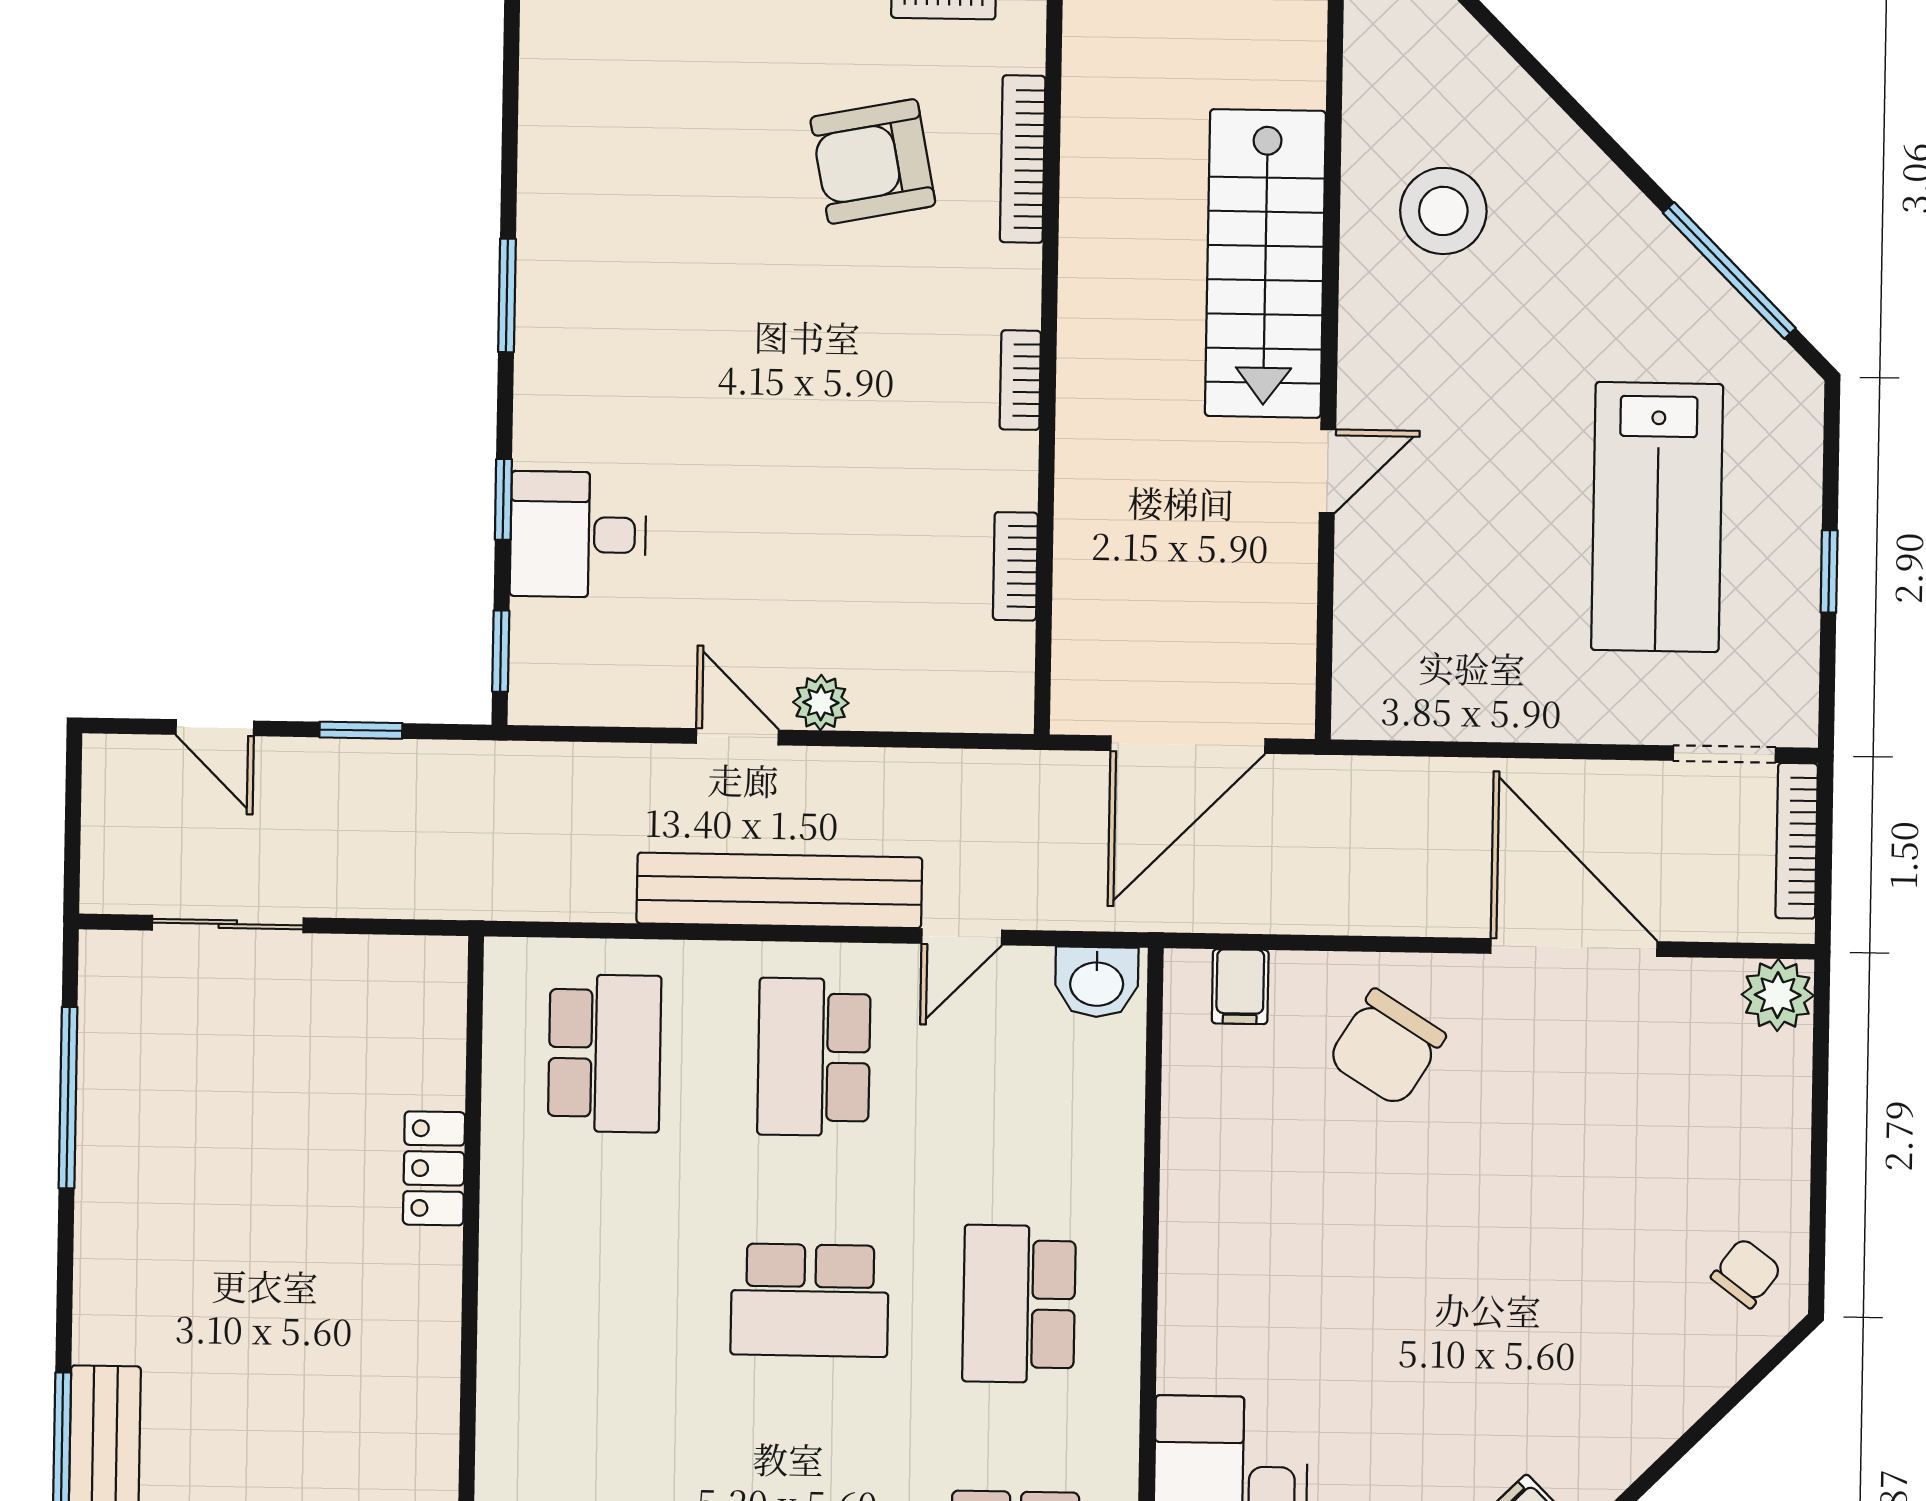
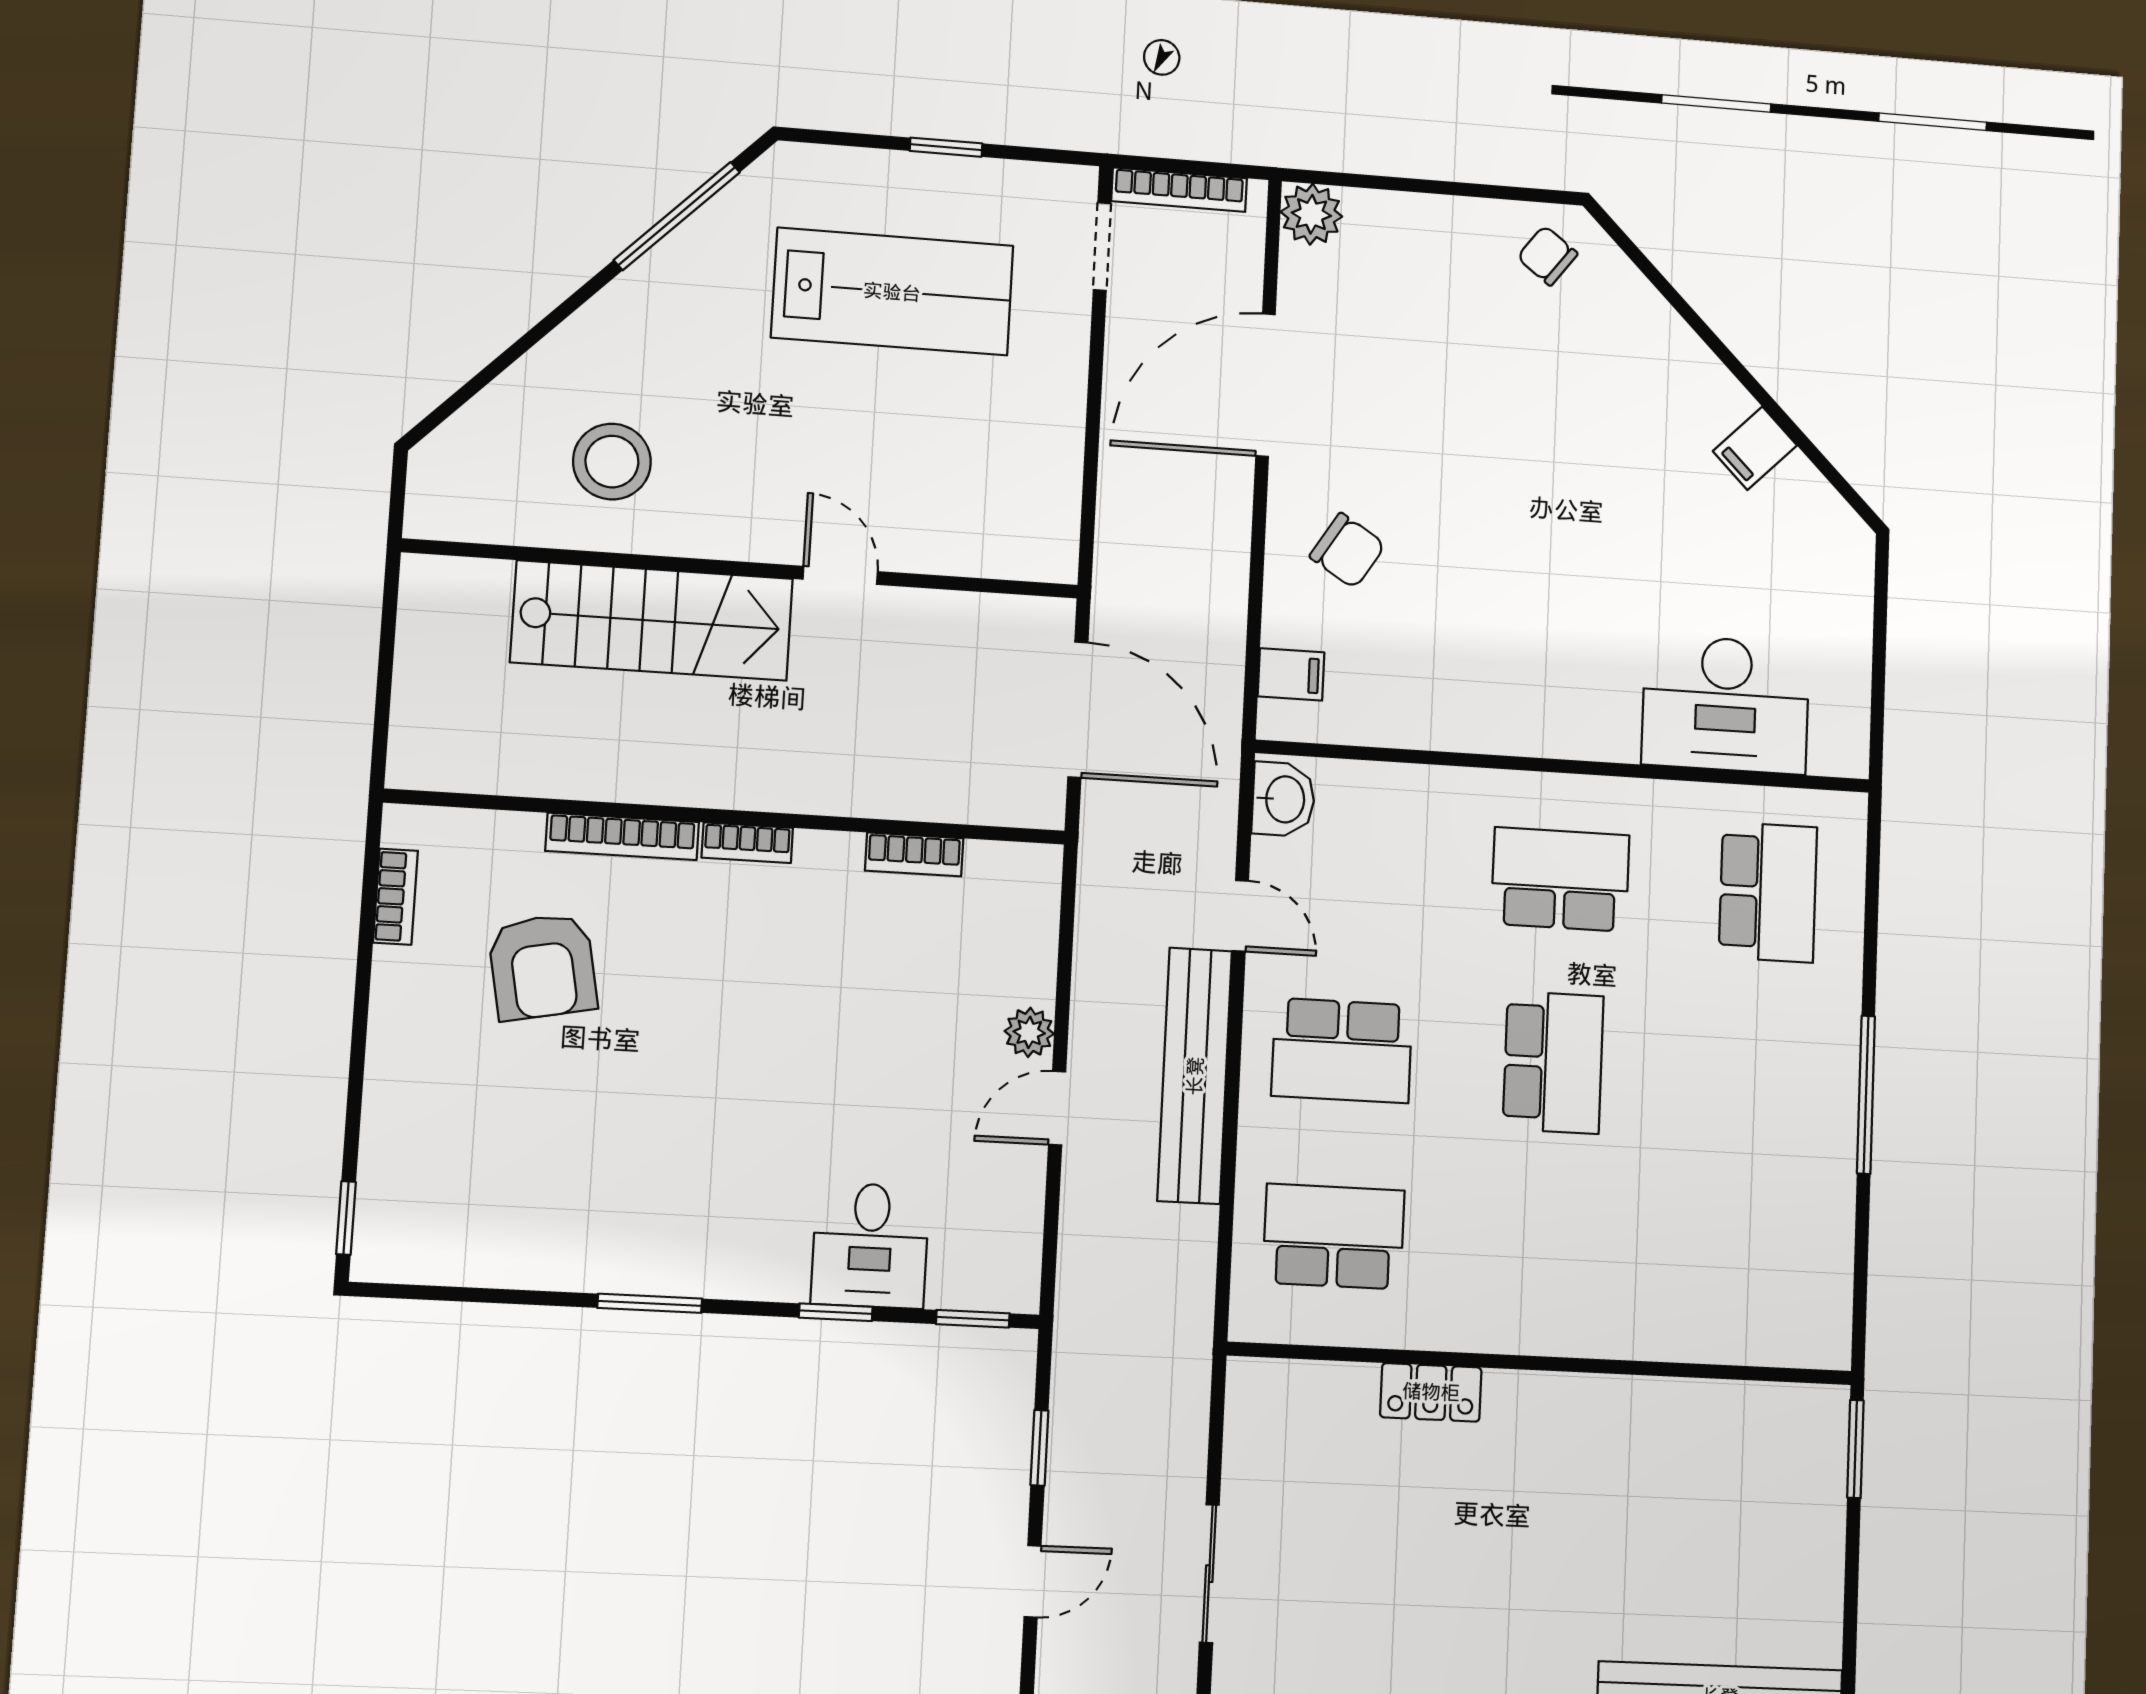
bookcase: (1023, 159) -> (622, 836), moved
chair: (1387, 1048) -> (1347, 551), width x0.73, depth x0.73
school desk: (1019, 1304) -> (1560, 879), turned 180

